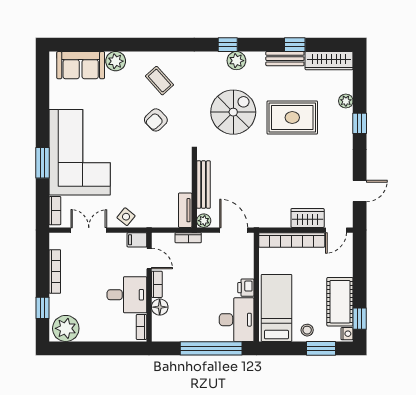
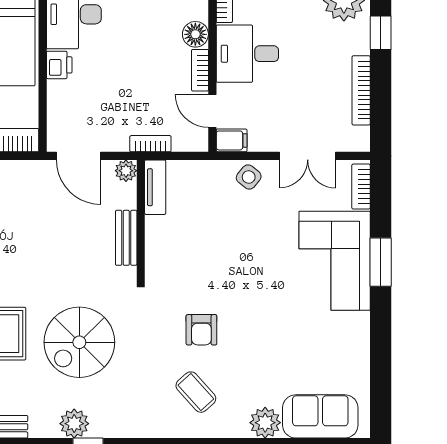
armchair: (156, 120) -> (201, 330), turned 134
corner sofa: (80, 152) -> (335, 261), width x0.73, depth x0.74
bench: (204, 185) -> (126, 238), width x0.73

